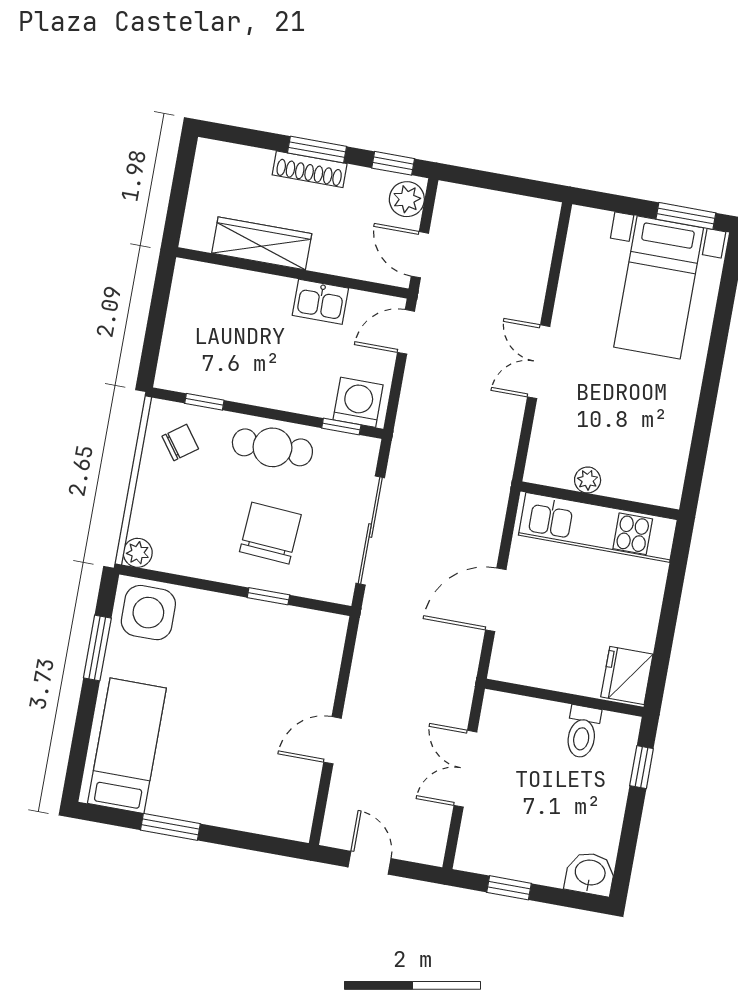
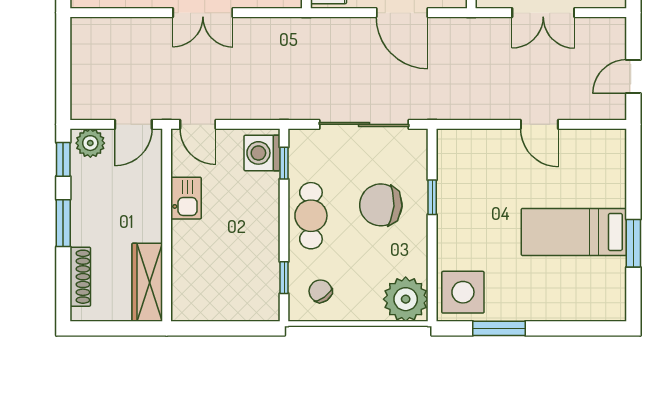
shoe rack: (310, 169) -> (80, 277), moved
wardrobe: (262, 243) -> (147, 282), moved
plant: (138, 553) -> (406, 299), width x1.87, depth x1.87
bed: (127, 746) -> (574, 232), moved

